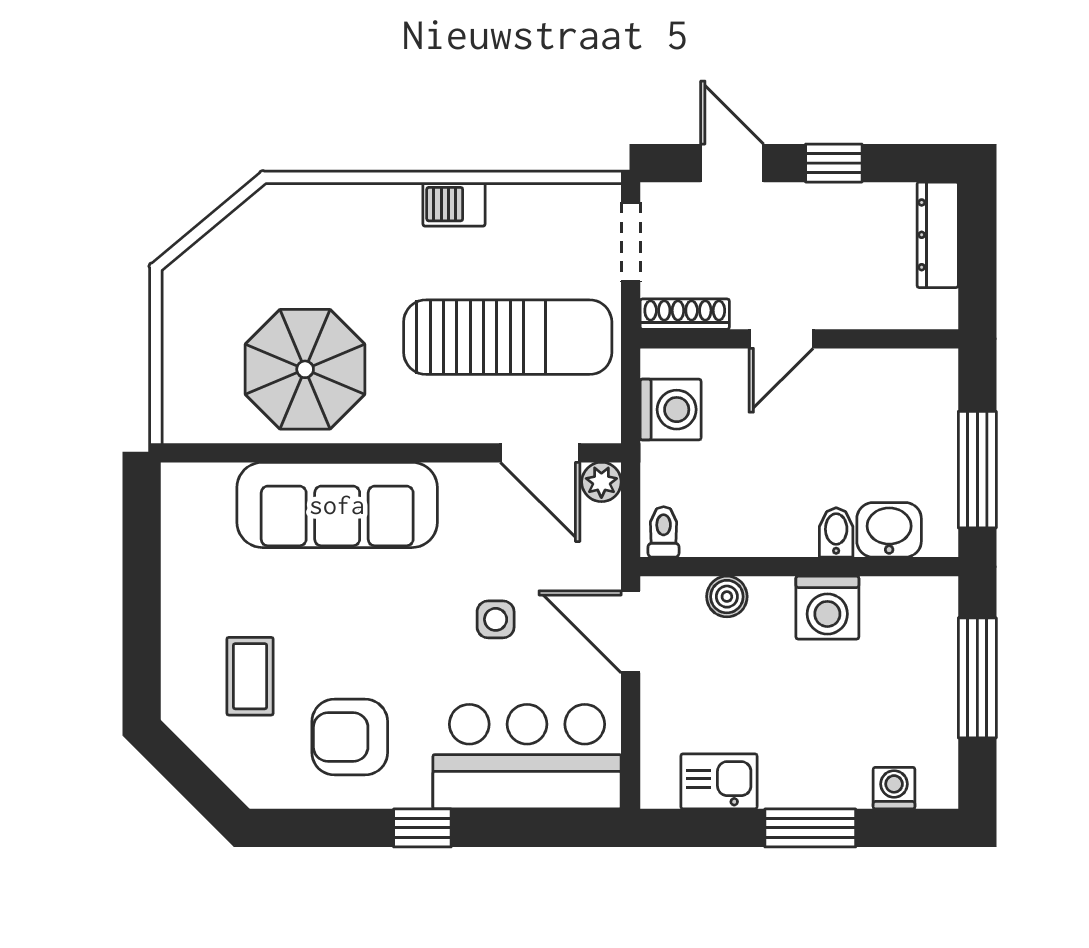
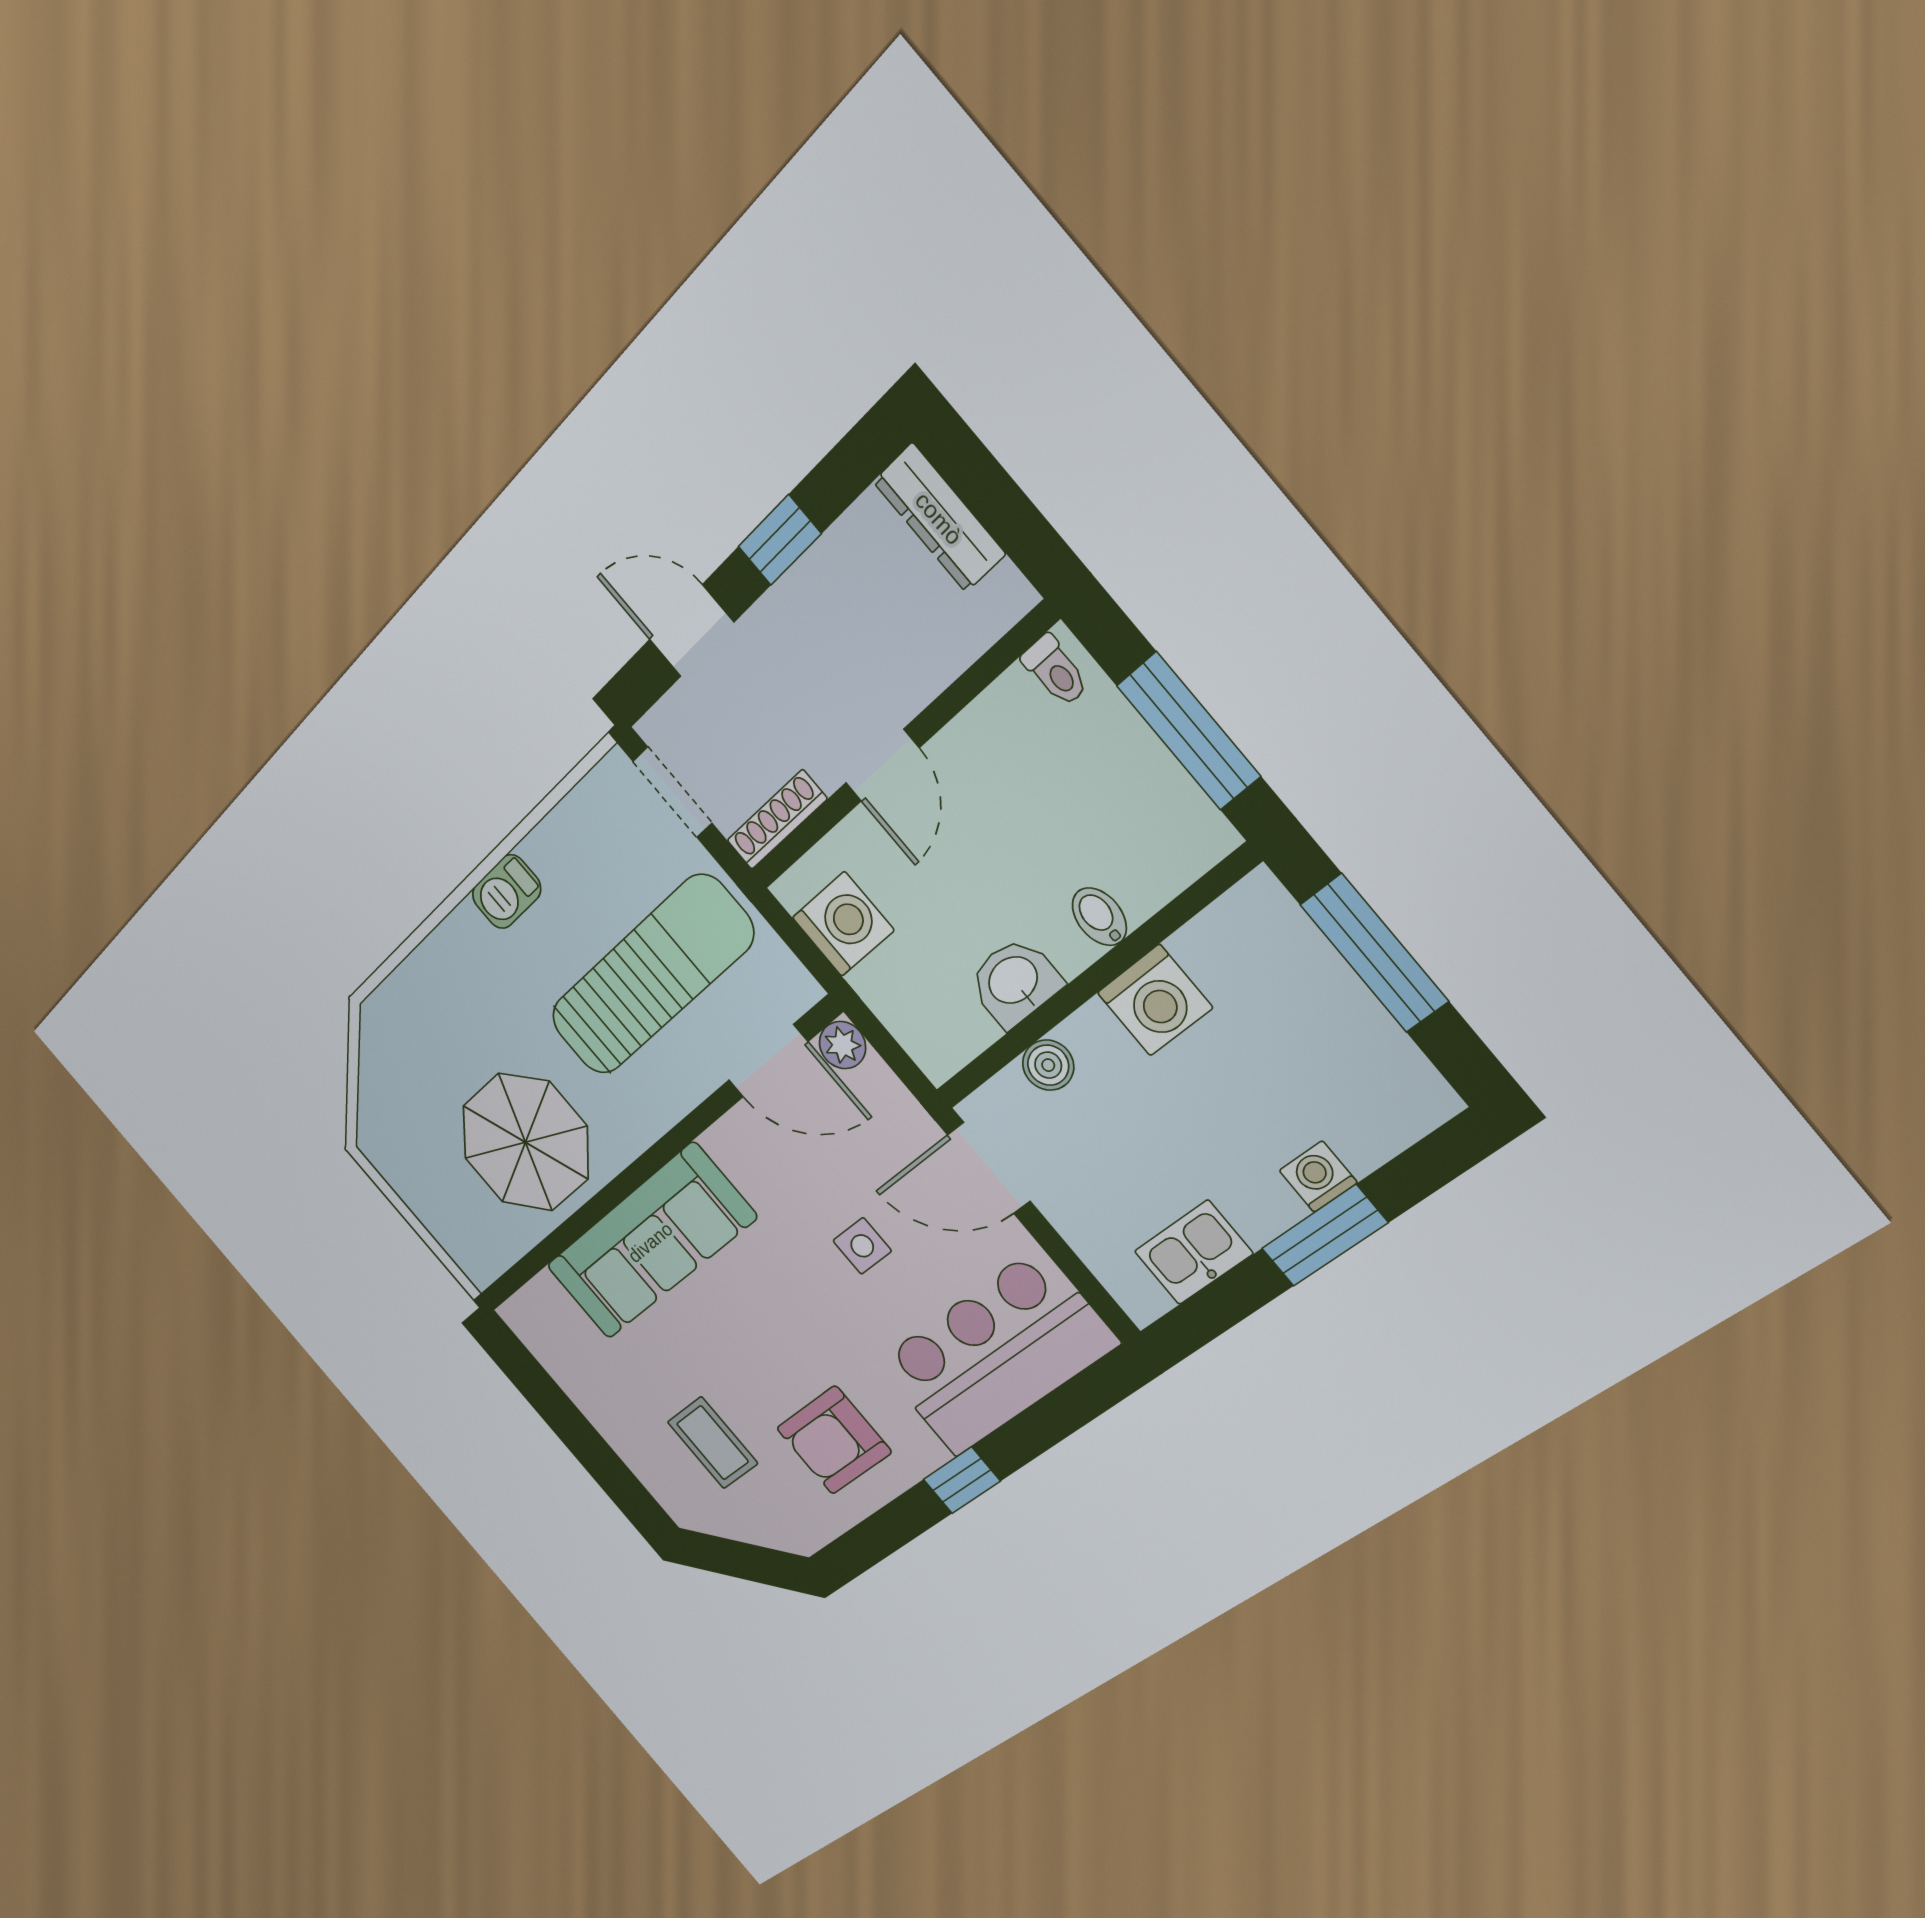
washbasin: (889, 530) -> (1014, 982), moved
toilet: (664, 532) -> (1055, 671), moved, turned 180
washing machine: (894, 788) -> (1318, 1177), moved

